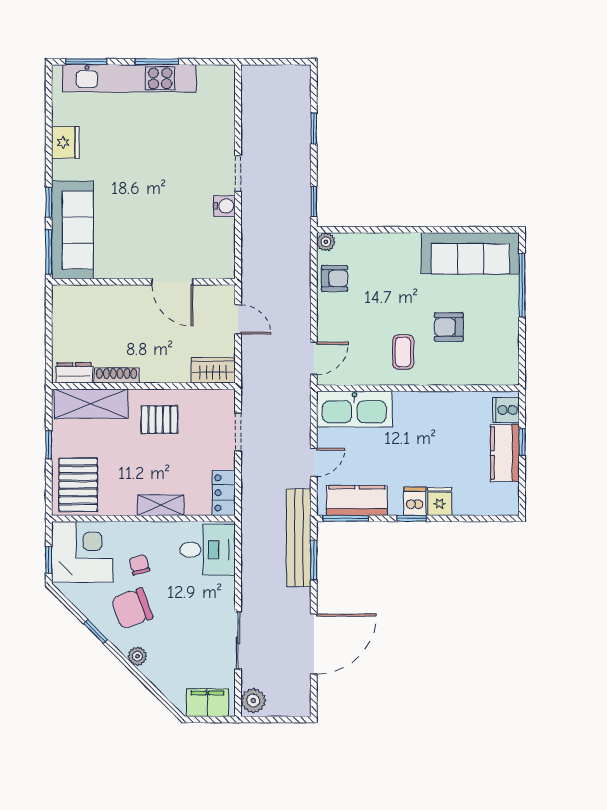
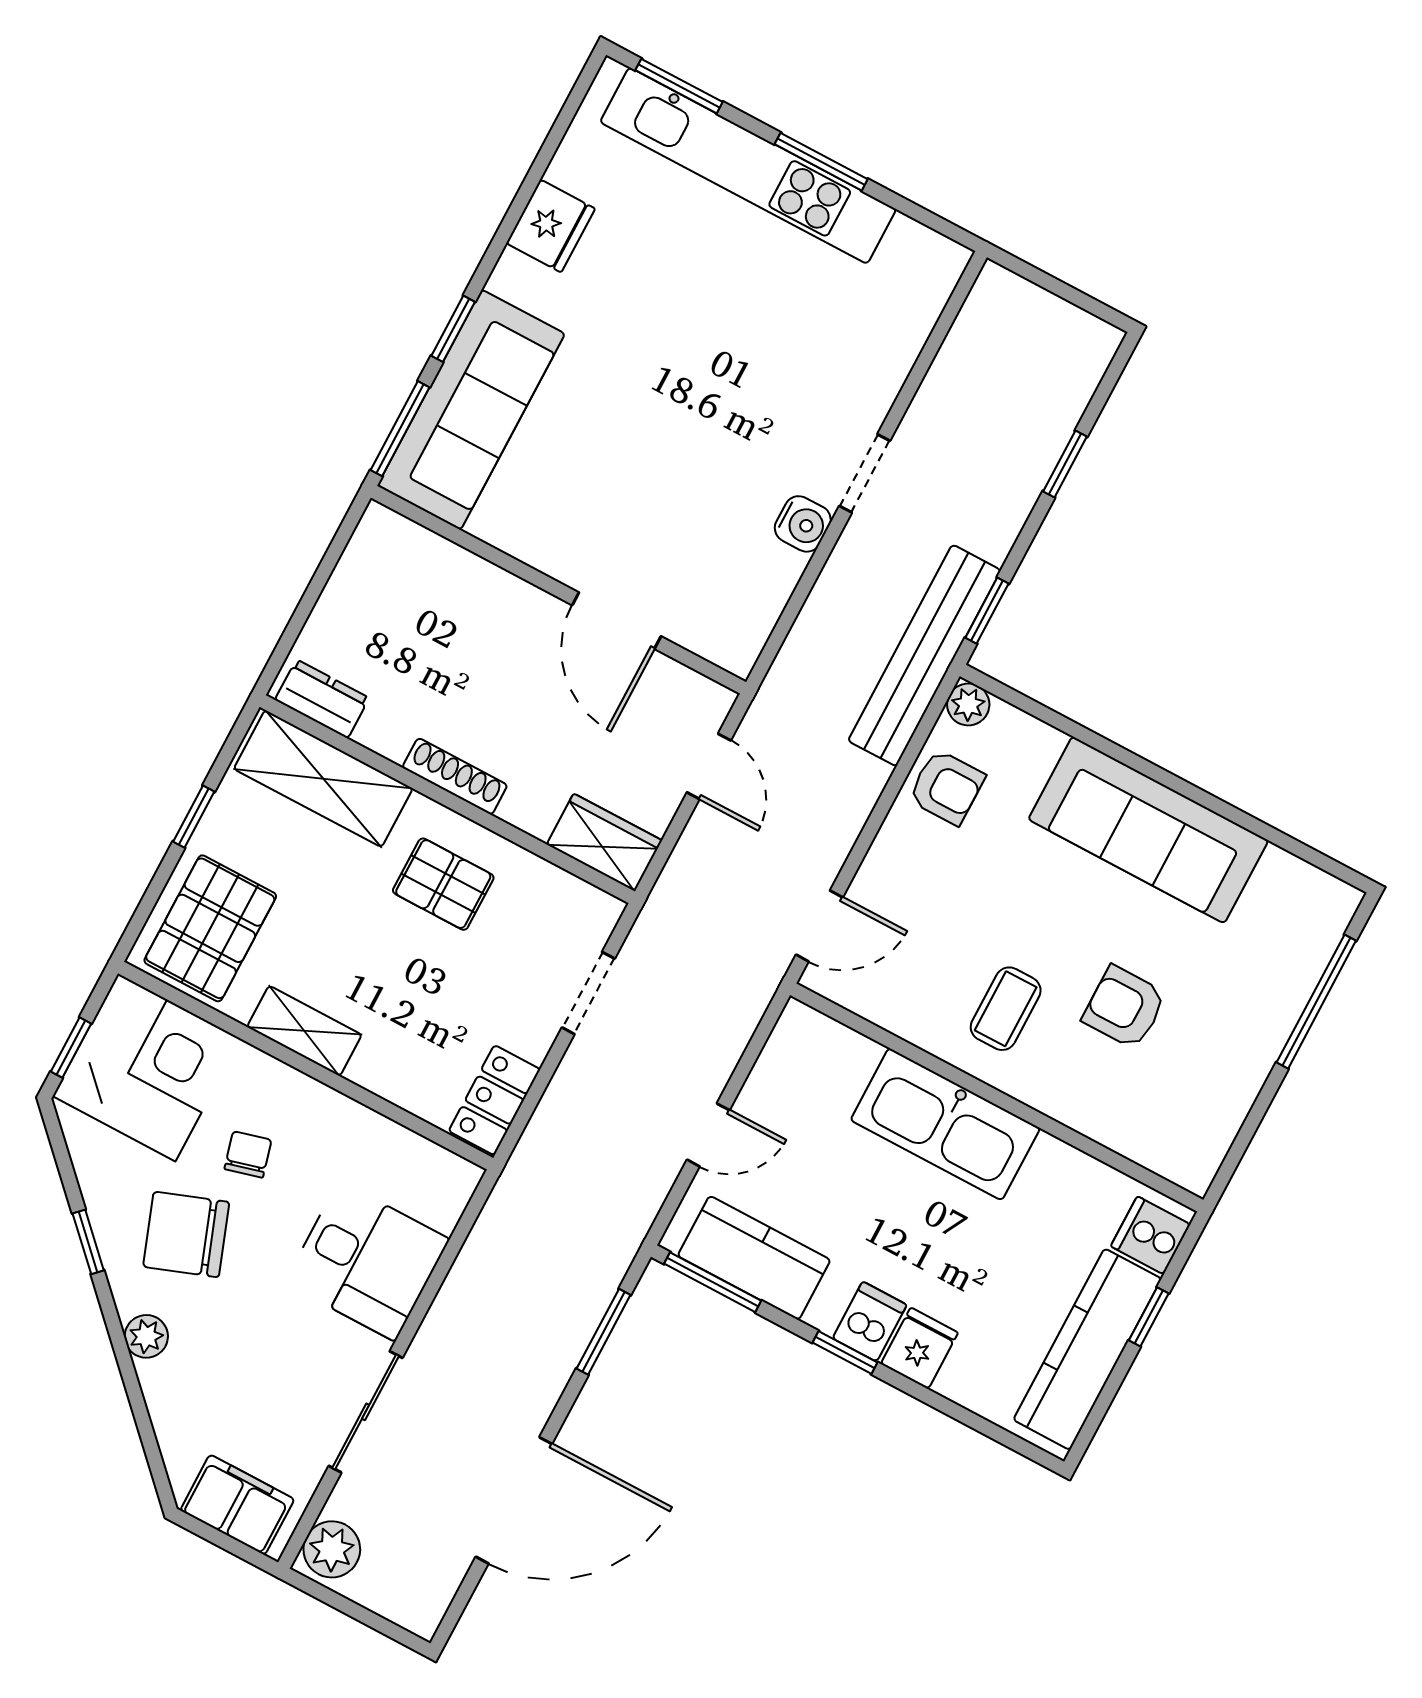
sofa: (470, 253) -> (1148, 830), moved
shoe rack: (117, 375) -> (455, 776), moved
kitchen sink: (354, 409) -> (945, 1124), moved
kitchen counter: (505, 453) -> (1087, 1349), width x1.50
shelving: (161, 505) -> (304, 1031), moved
bench: (299, 538) -> (924, 655), moved
desk: (208, 550) -> (367, 1261), moved

